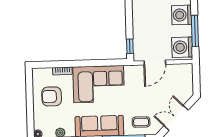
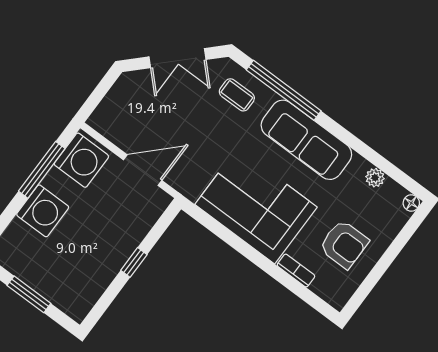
window: (130, 46) -> (134, 262), moved

